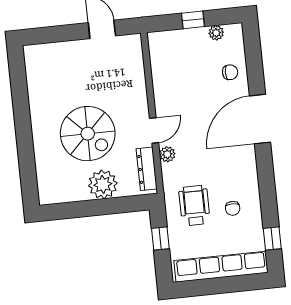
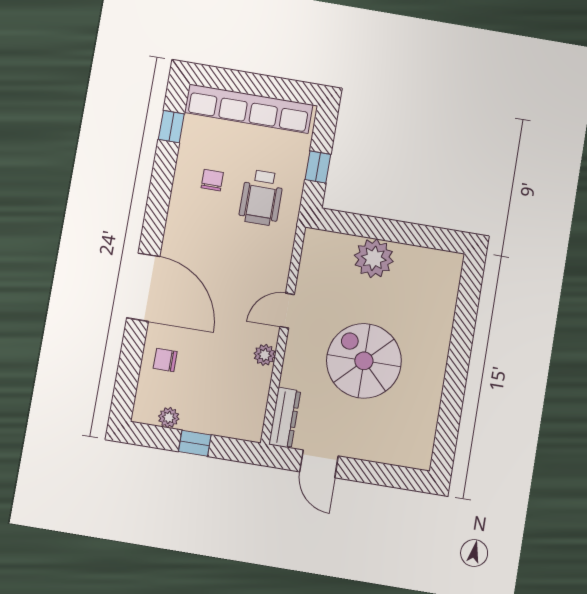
door: (260, 119) -> (143, 287), hinge flipped
spiral stairs: (88, 134) -> (364, 361), moved
plant: (167, 154) -> (265, 355), moved
dresser: (147, 169) -> (285, 418), moved

